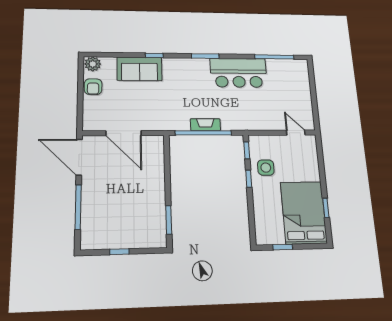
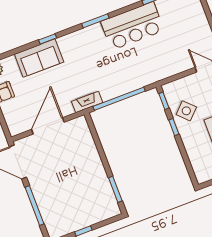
fireplace: (205, 125) -> (87, 102), moved
door: (124, 133) -> (48, 126), swing flipped
side table: (266, 168) -> (186, 111), turned 45

